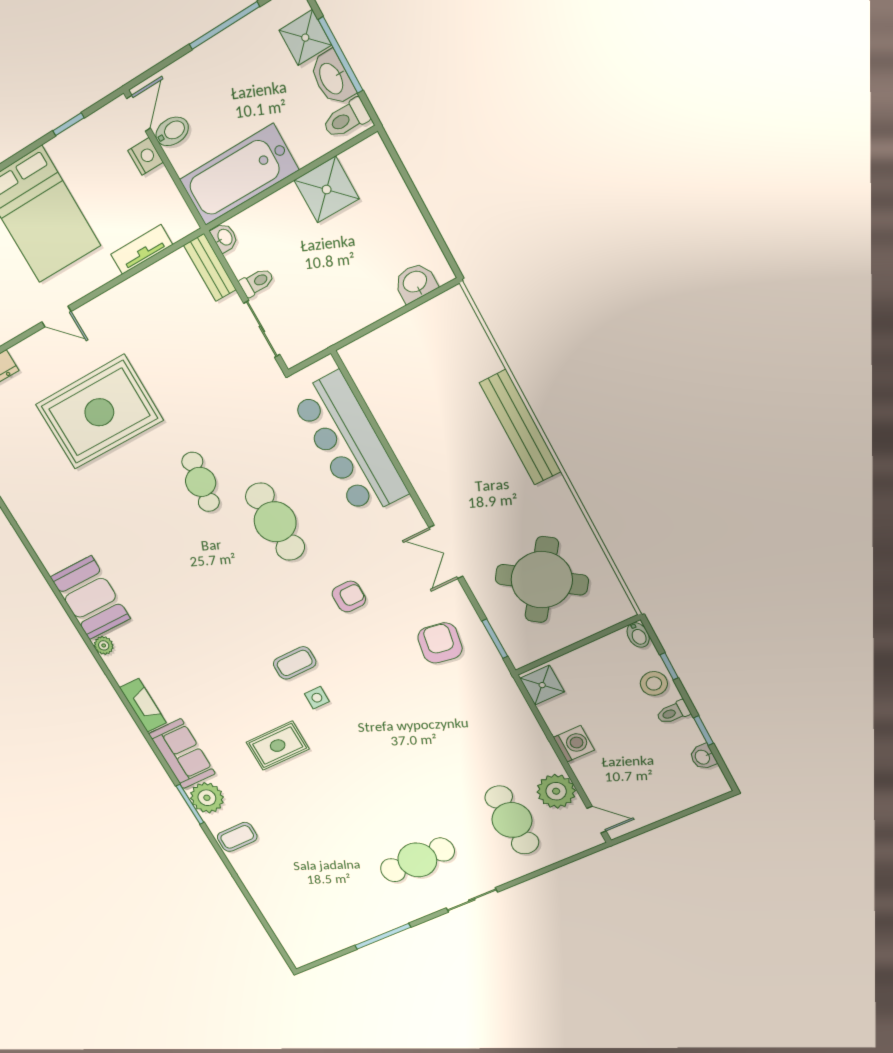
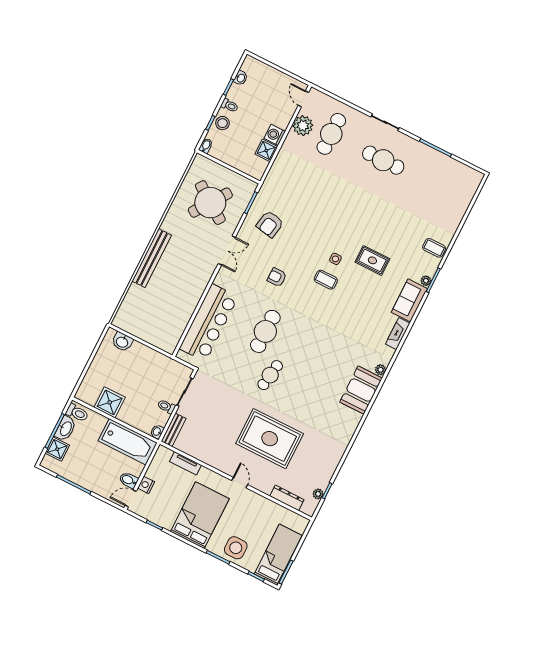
shower: (542, 685) -> (266, 150), moved
plant: (207, 798) -> (426, 281), width x0.53, depth x0.53

